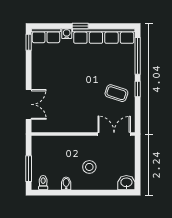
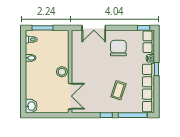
chair: (54, 74) -> (118, 48), added
coffee table: (116, 93) -> (118, 90), moved
stool: (89, 167) -> (62, 72), moved

